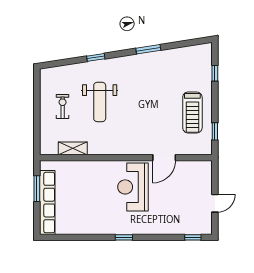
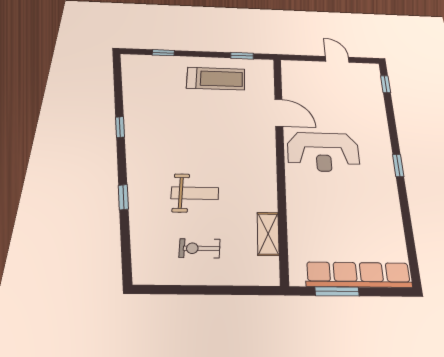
window: (148, 49) -> (120, 127), width x0.67
weight bench: (100, 102) -> (195, 193), width x0.73, depth x0.75

